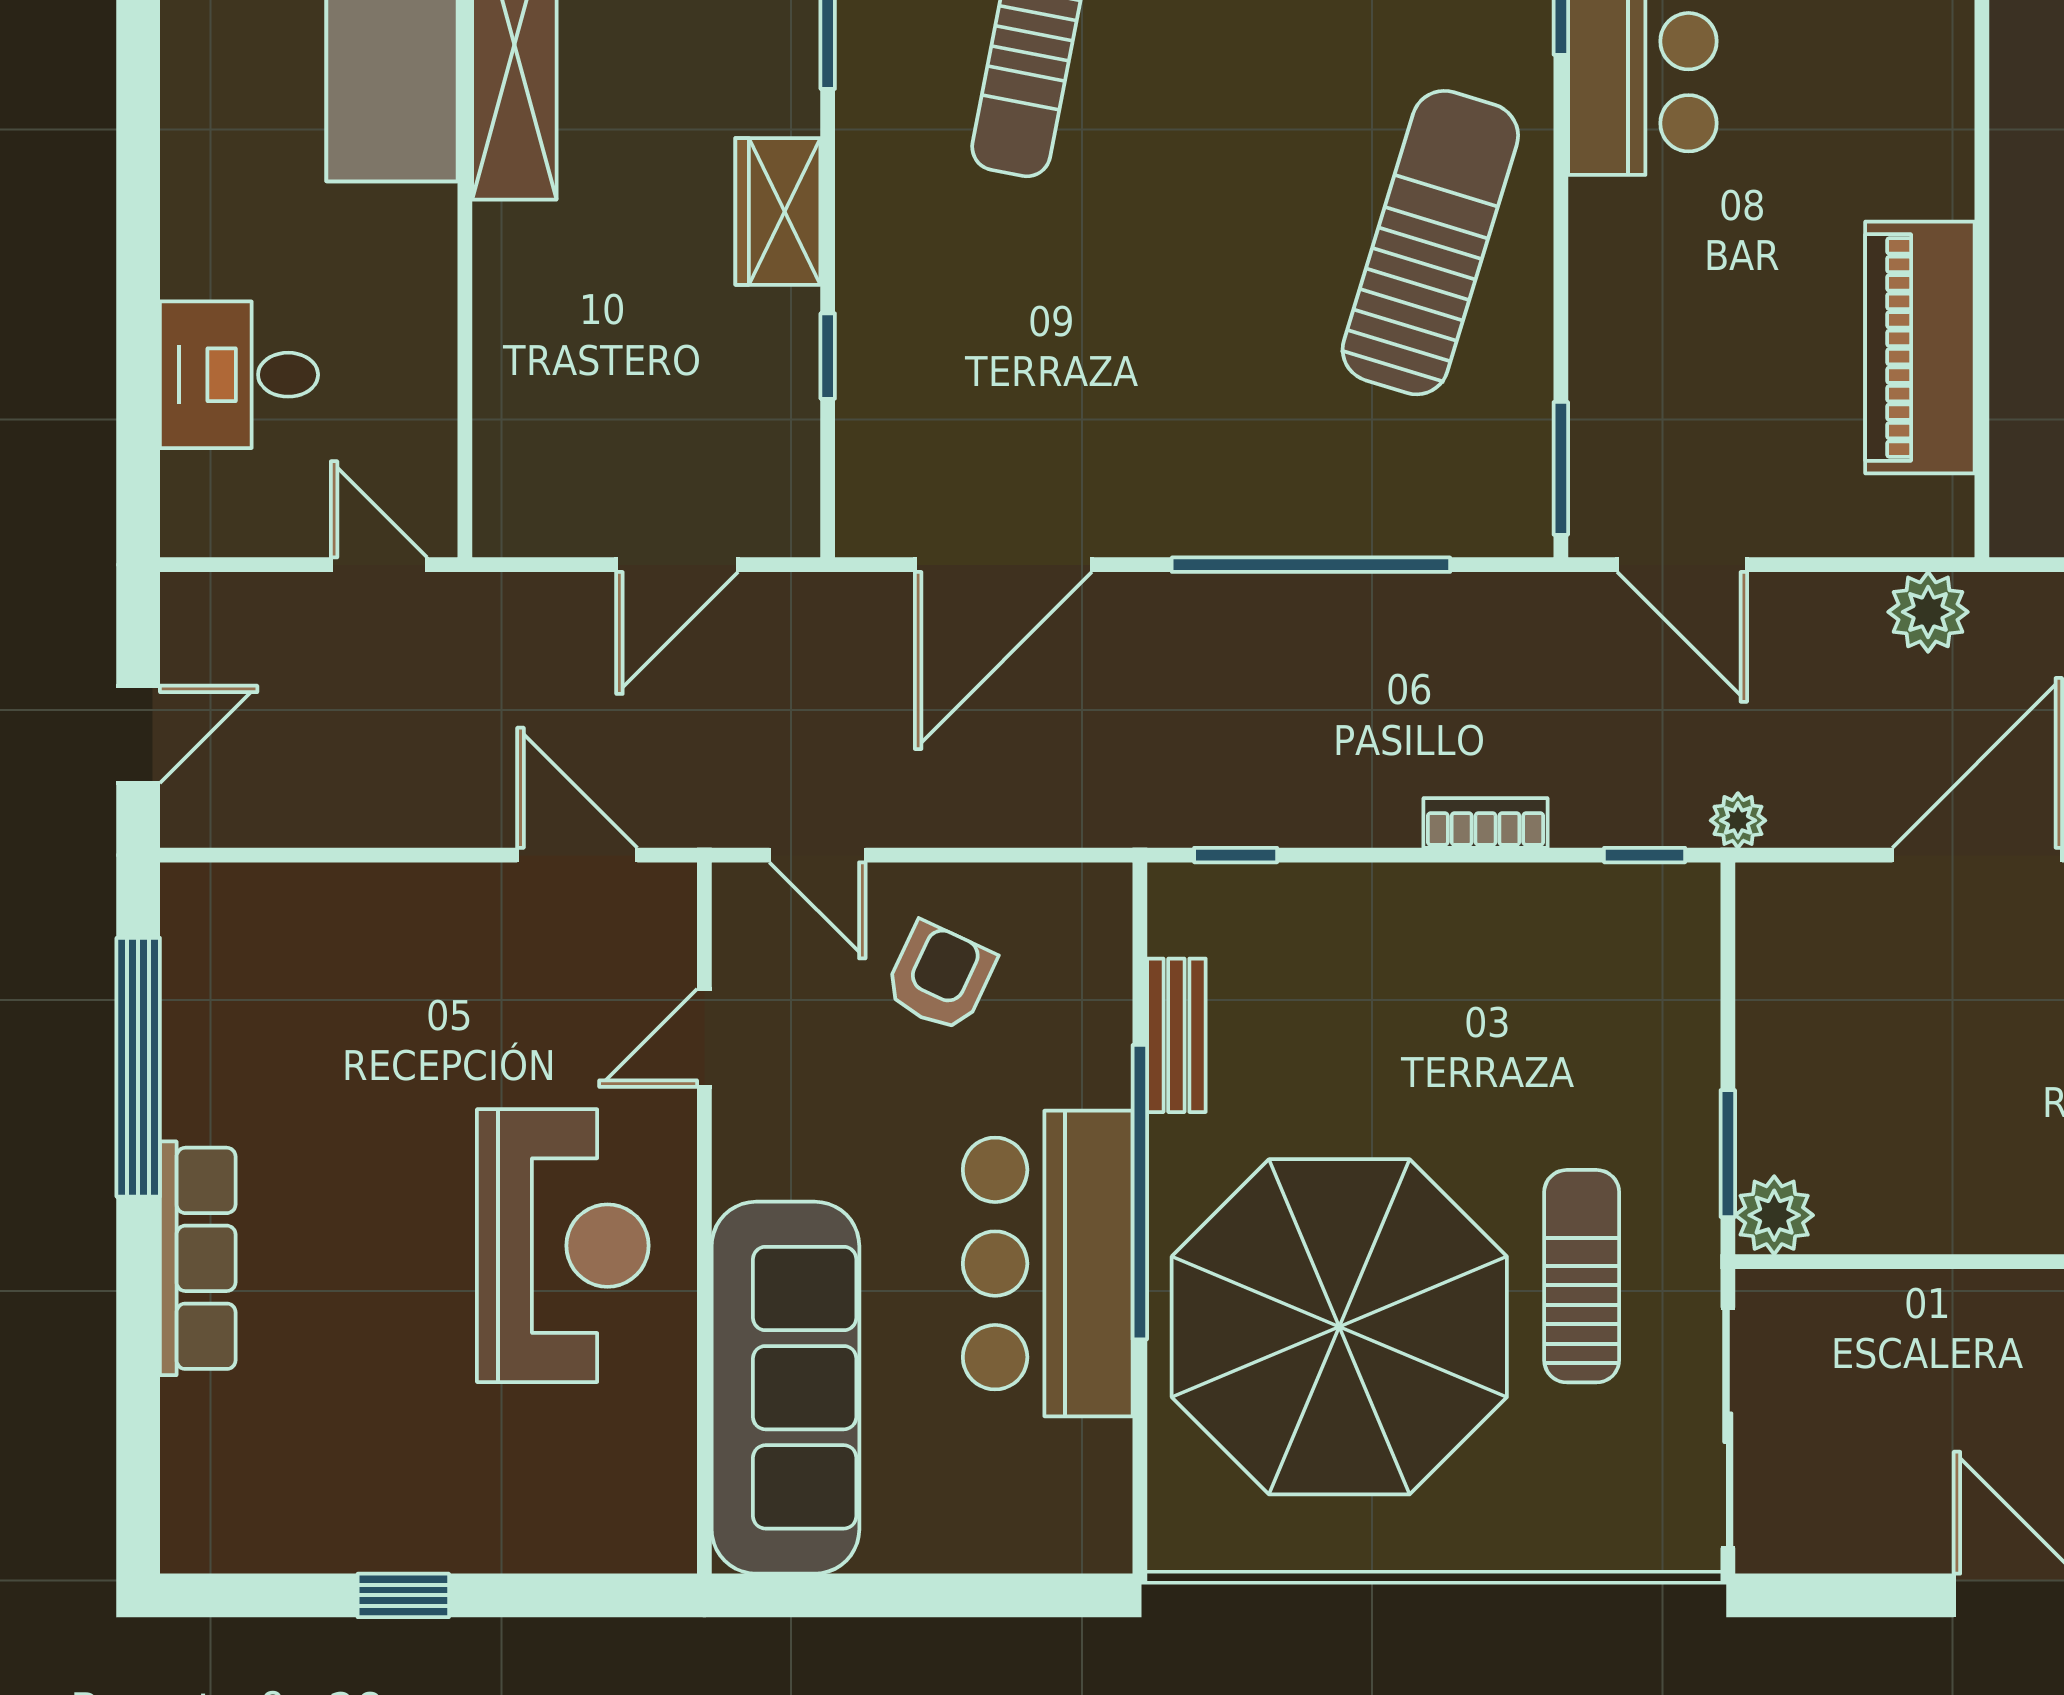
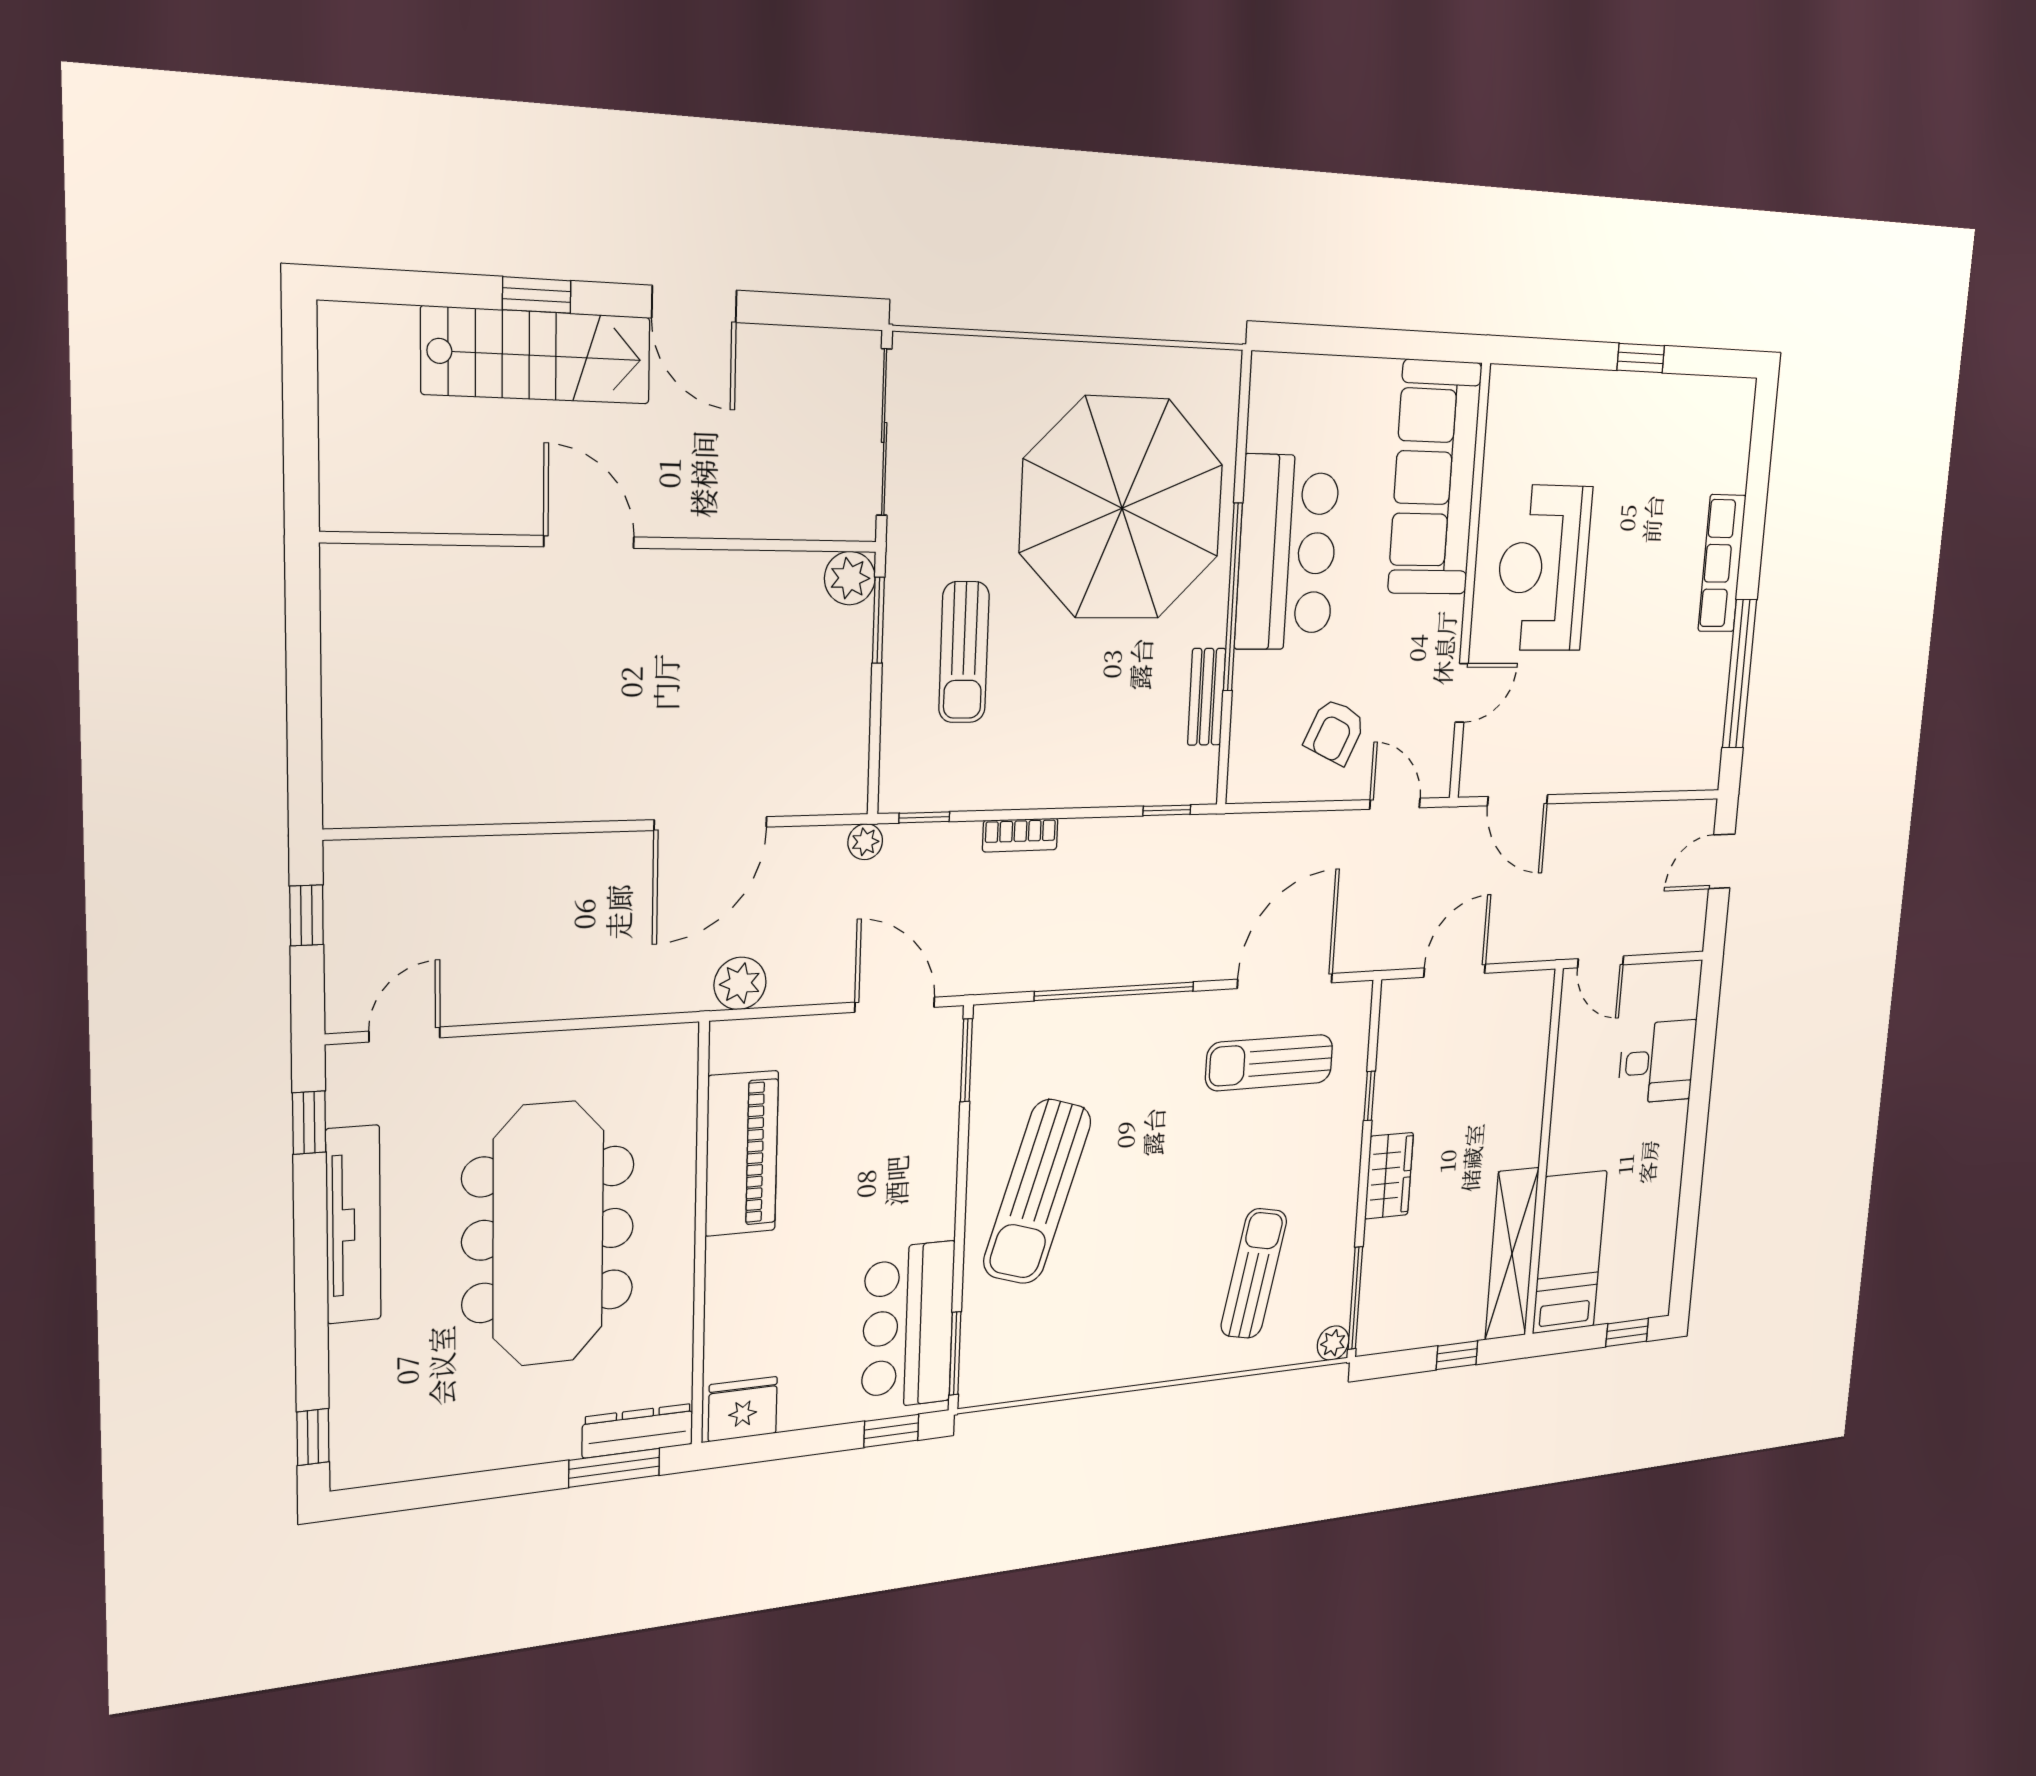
sun lounger: (1023, 428) -> (1269, 1063), added
sun lounger: (1582, 1276) -> (964, 652), moved

